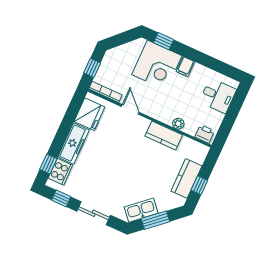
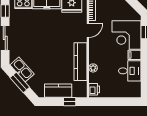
desk: (218, 96) -> (130, 71), moved, turned -90
kitchen counter: (164, 135) -> (80, 62), width x1.50
window: (199, 185) -> (70, 102), moved

